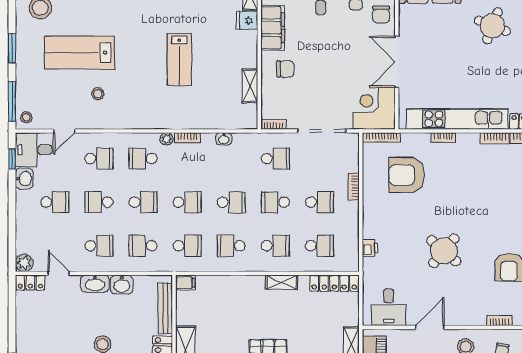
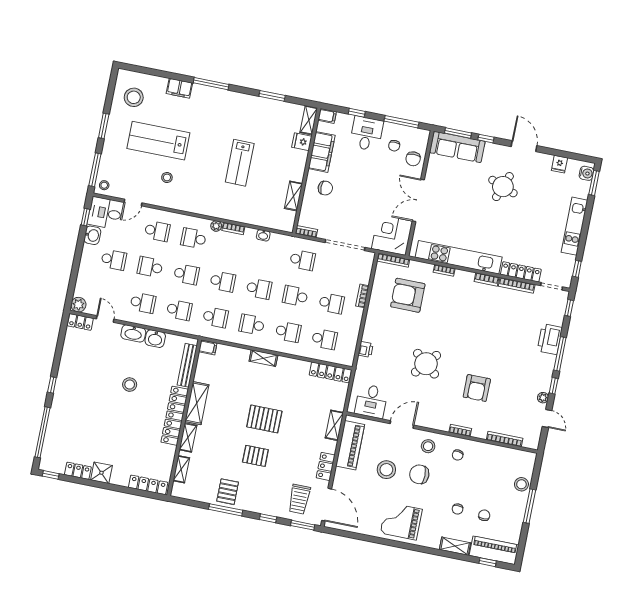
school desk: (143, 246) -> (179, 310), turned 180
shelving: (282, 282) -> (263, 358), moved

